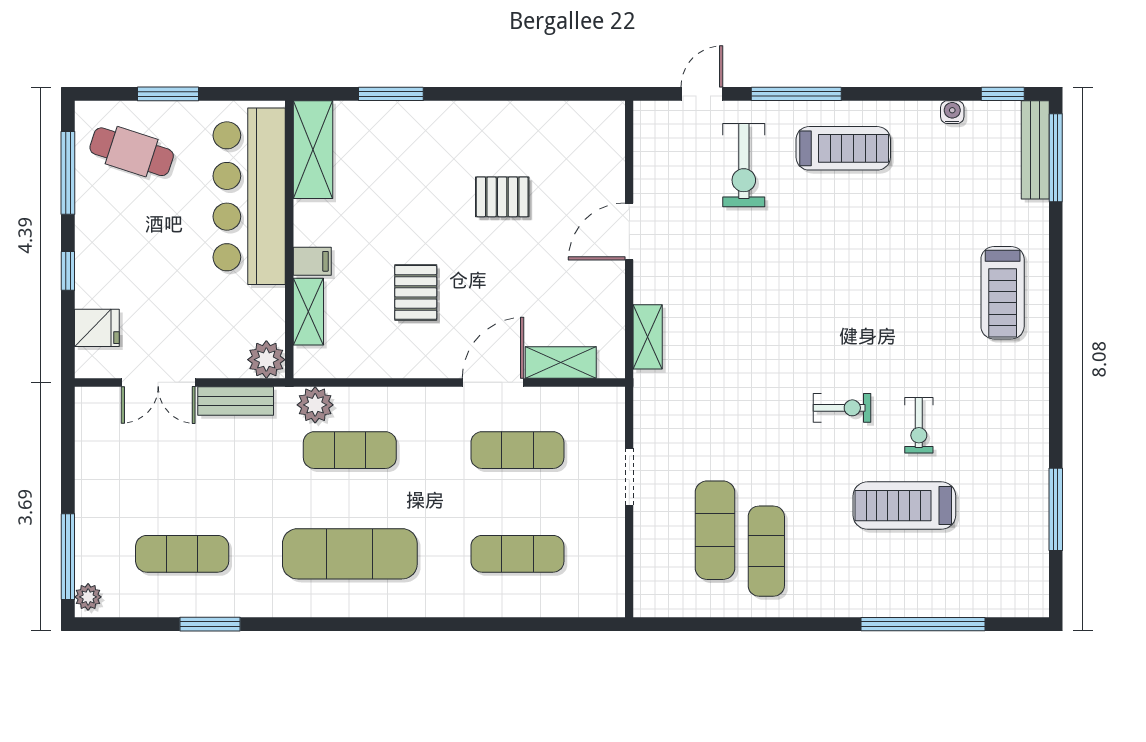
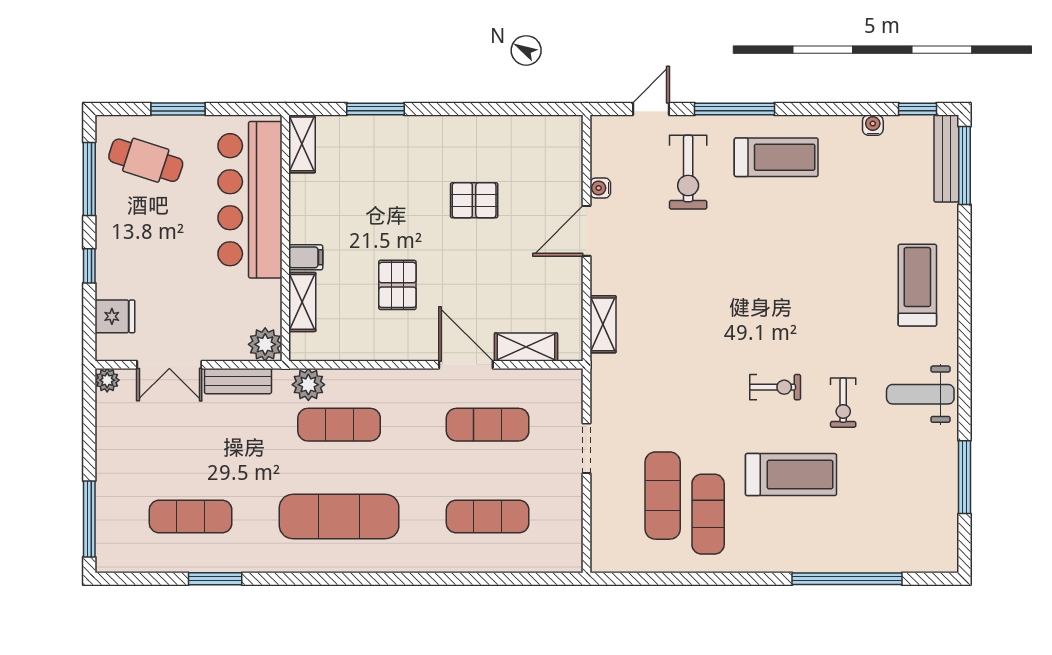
shelving: (313, 150) -> (302, 144), width x0.67, depth x0.75
water cooler: (645, 183) -> (600, 188), added
treadmill: (1003, 293) -> (917, 285), turned 180
door: (493, 382) -> (466, 365), hinge flipped
weight bench: (1006, 416) -> (920, 394), added
treadmill: (904, 506) -> (791, 475), moved, turned 180
plant: (88, 597) -> (107, 380), moved

